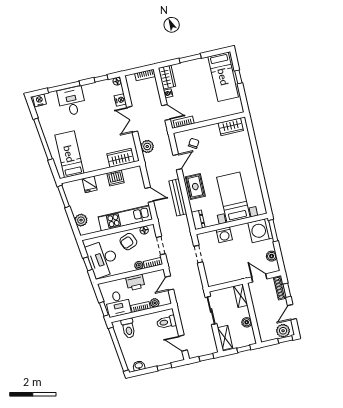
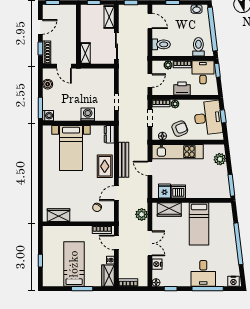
bed: (223, 77) -> (74, 264), moved
bed: (69, 154) -> (199, 224), moved
fridge: (90, 184) -> (165, 191), moved
washing machine: (260, 230) -> (48, 116), width x0.53, depth x0.53
boiler: (247, 322) -> (85, 27), removed
plant: (283, 331) -> (53, 11), removed

